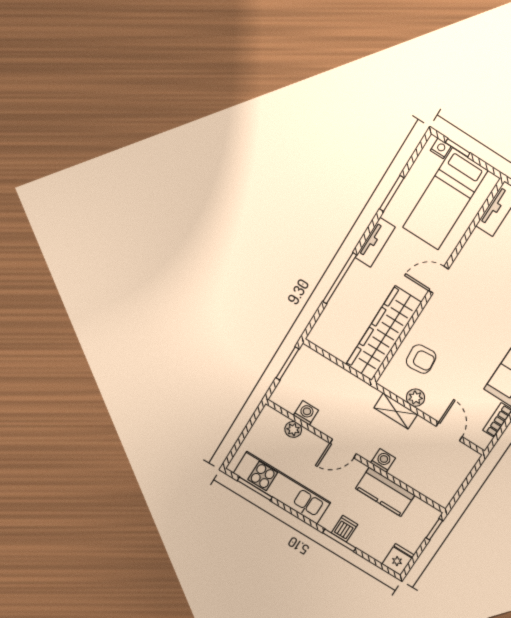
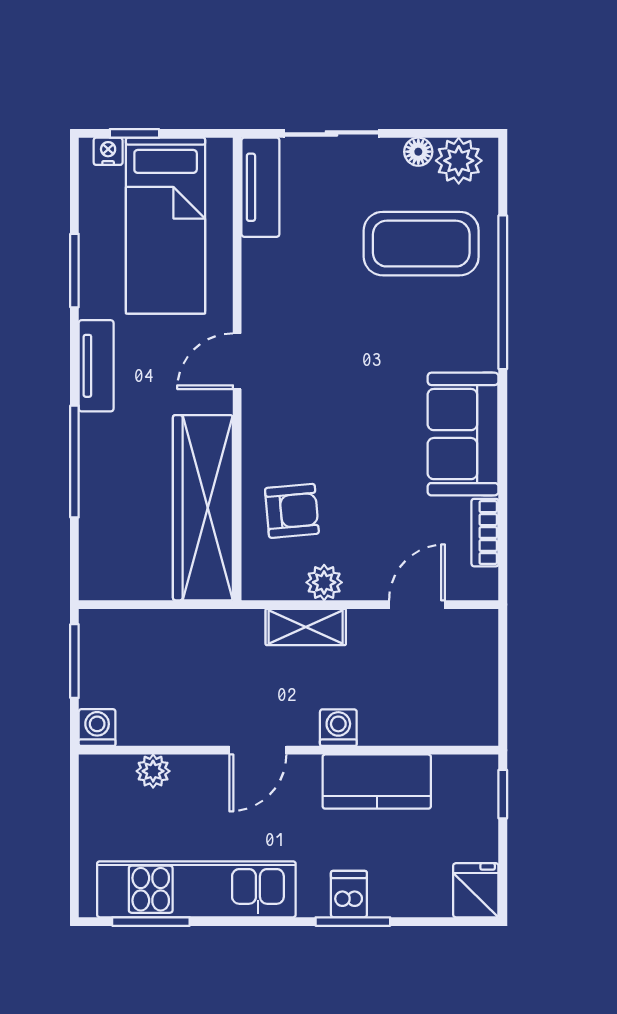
washing machine: (306, 413) -> (97, 728), moved
door: (449, 431) -> (417, 605), hinge flipped

